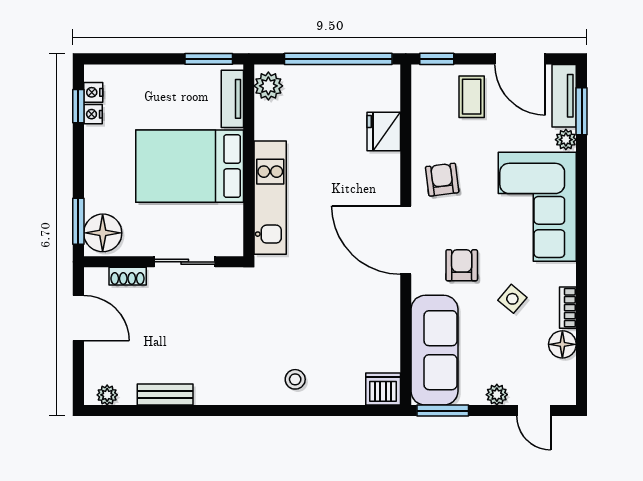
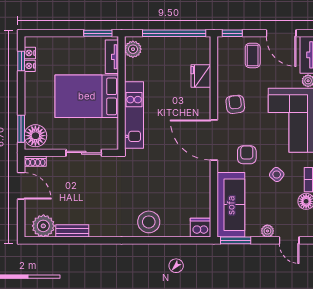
shoe rack: (128, 276) -> (35, 161), moved
stool: (295, 379) -> (149, 222), width x1.89, depth x1.89
plant: (107, 395) -> (43, 226), width x1.88, depth x1.88

